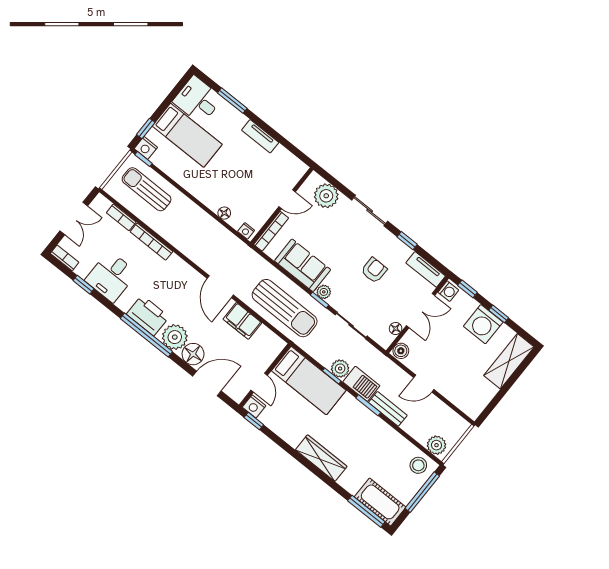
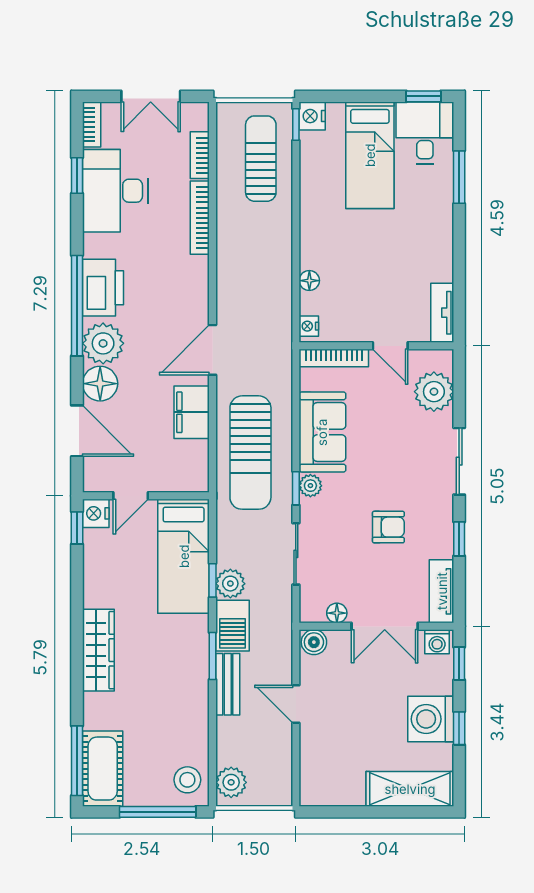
window: (146, 129) -> (423, 96), moved
tv unit: (260, 136) -> (442, 313), moved
desk: (111, 276) -> (115, 191), width x1.37

